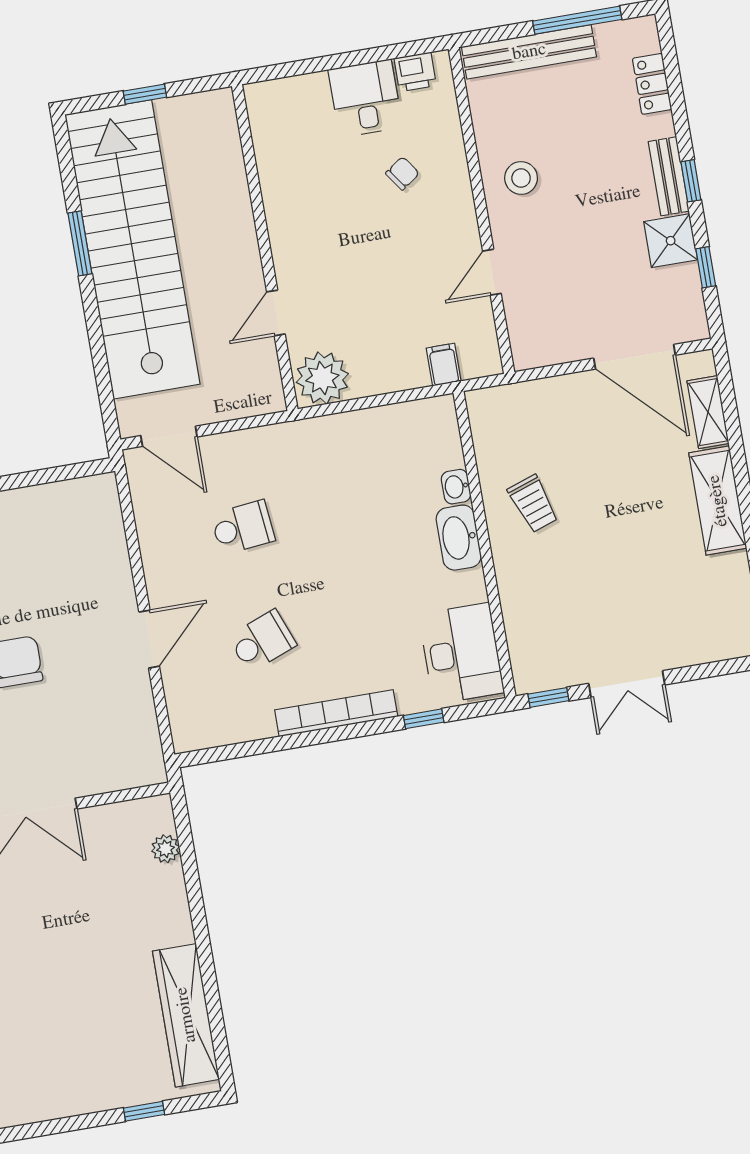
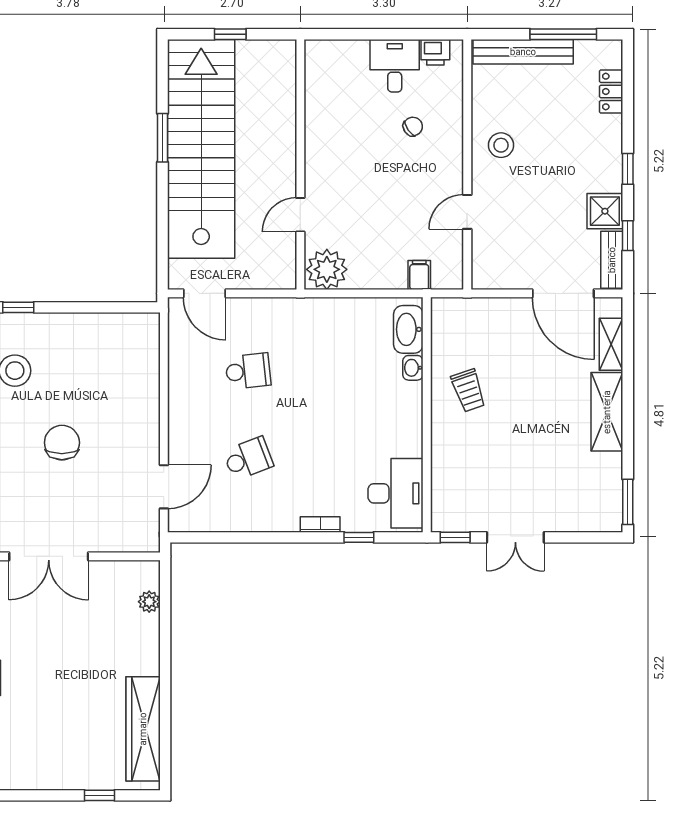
bench: (669, 176) -> (612, 260), moved
washbasin: (459, 538) -> (408, 329), moved
door: (149, 639) -> (164, 487), moved
bookcase: (336, 713) -> (320, 524), width x0.43, depth x0.76

